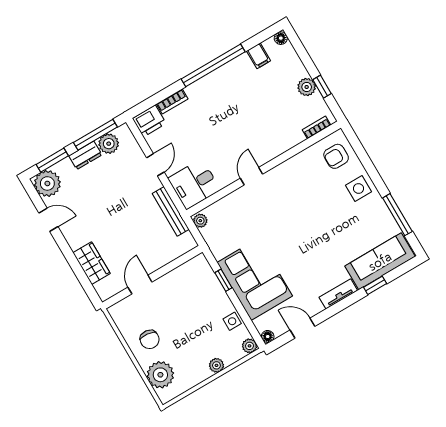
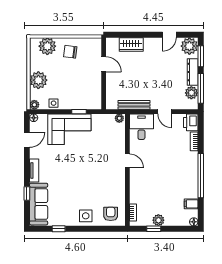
dresser: (85, 155) -> (193, 72), width x1.44
window: (397, 215) -> (59, 229), width x0.46
plant: (216, 365) -> (38, 80), width x1.88, depth x1.88

